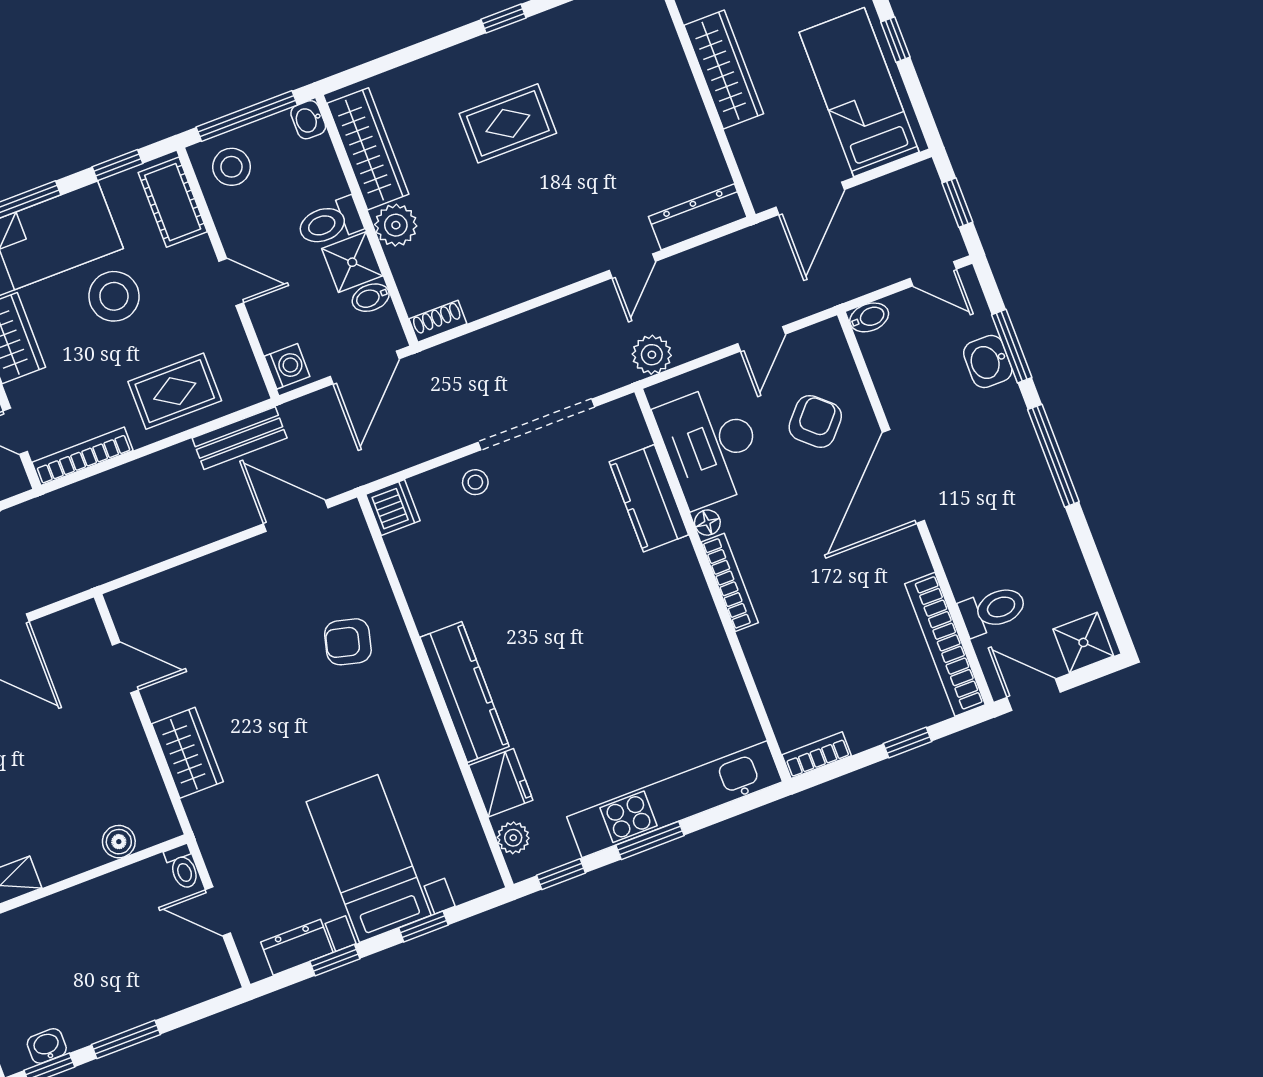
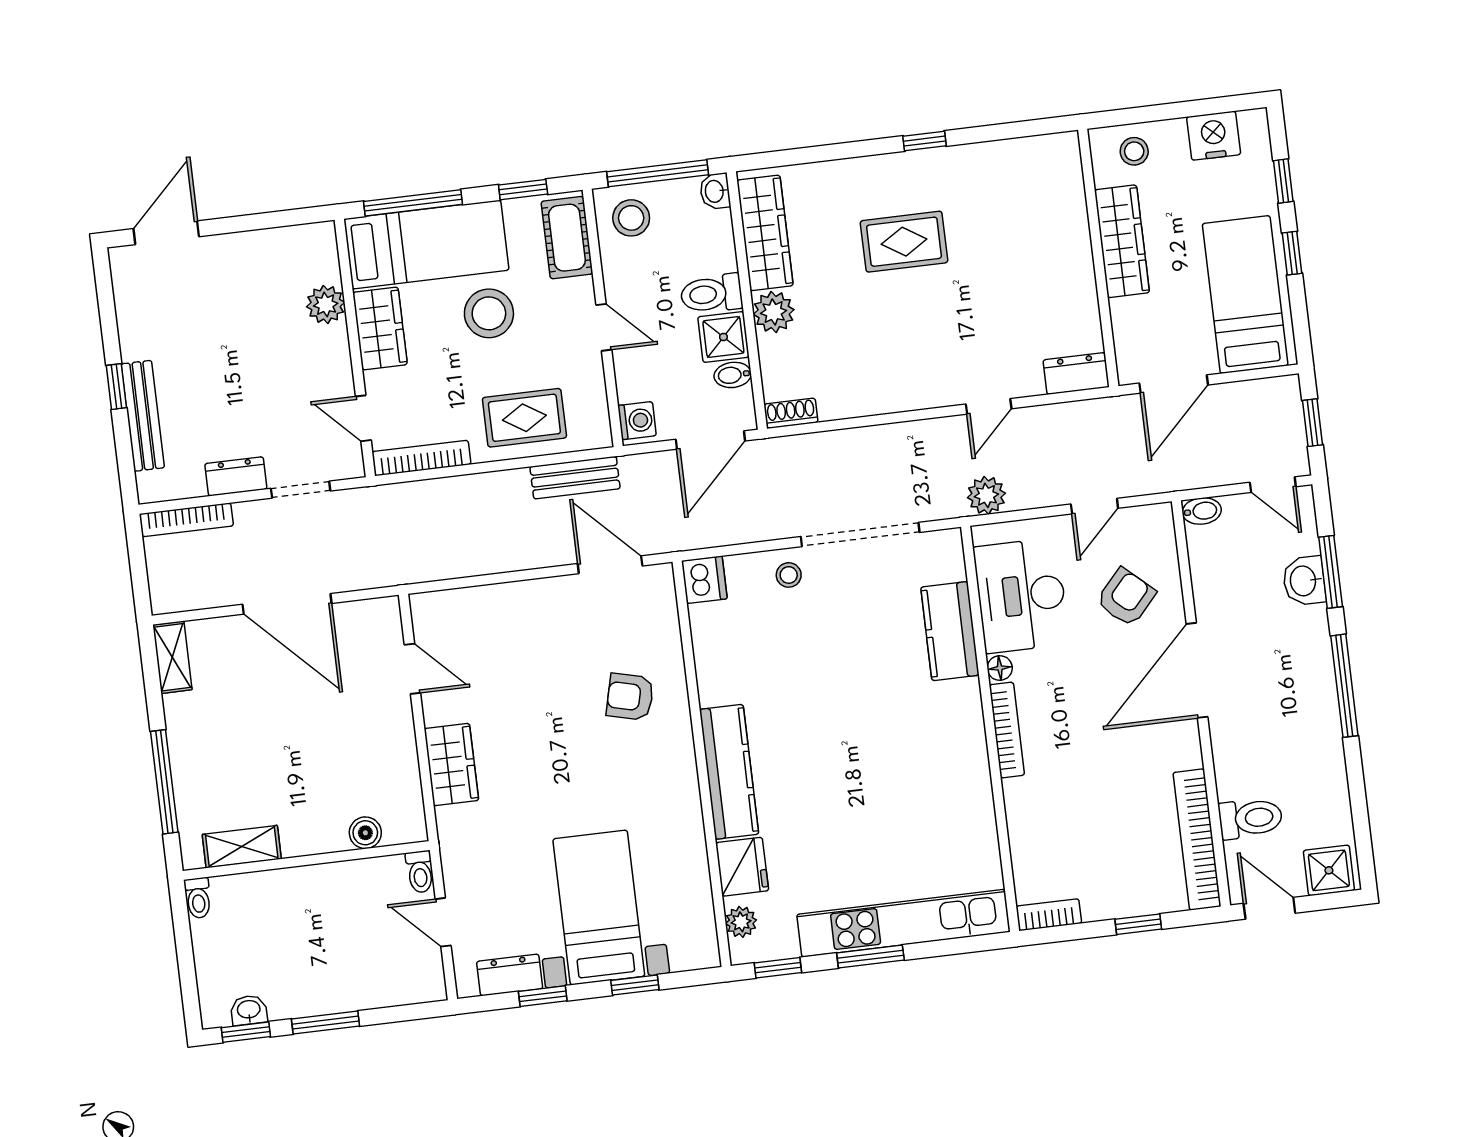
dresser: (698, 217) -> (1076, 374), width x0.70

